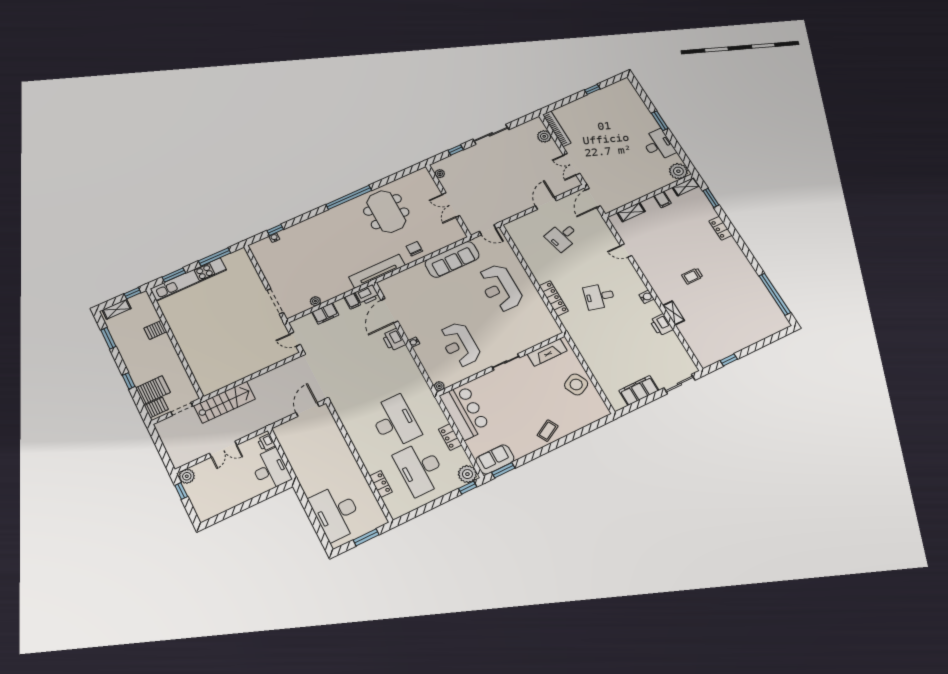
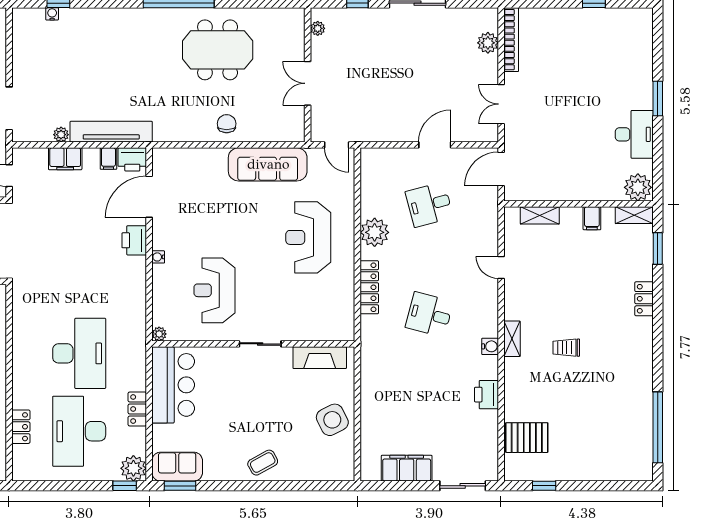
meeting table: (386, 212) -> (218, 50), turned 90
plant: (539, 267) -> (375, 232), added
tv unit: (377, 271) -> (111, 132), moved
shelving: (674, 313) -> (512, 339), moved
pallet: (701, 337) -> (527, 438), added

